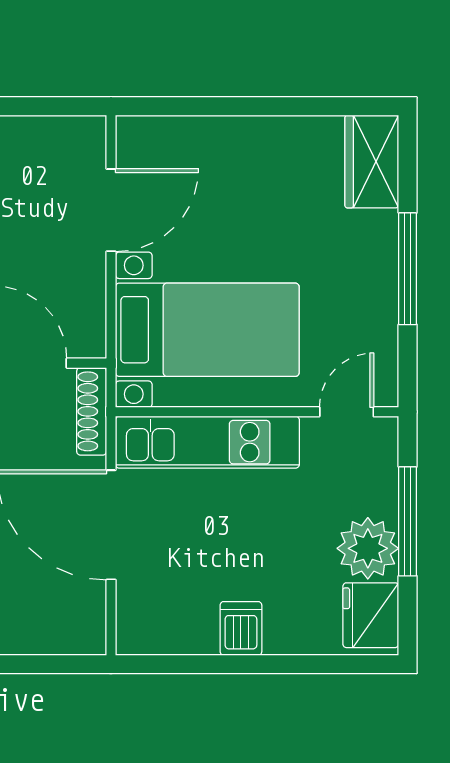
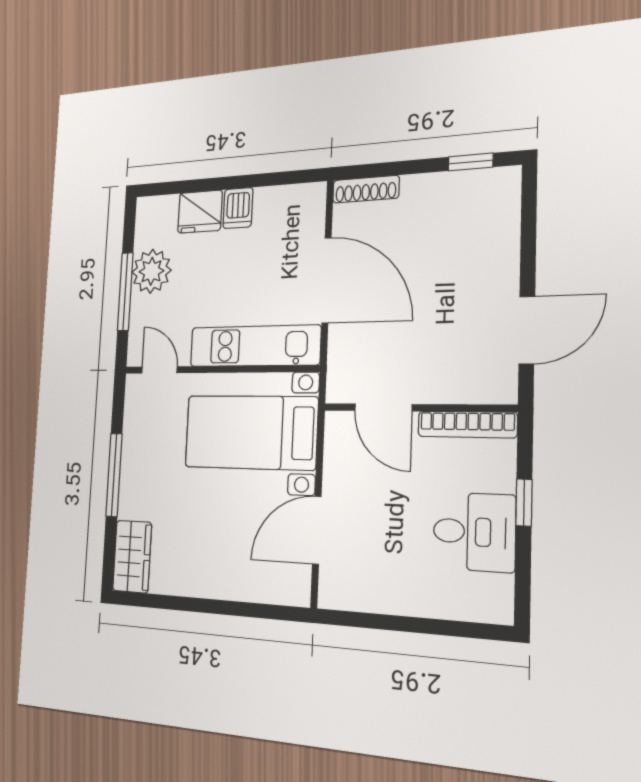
shoe rack: (92, 411) -> (366, 189), moved, turned 90
door: (347, 412) -> (159, 370), swing flipped
fridge: (371, 615) -> (200, 212), moved, turned 90

